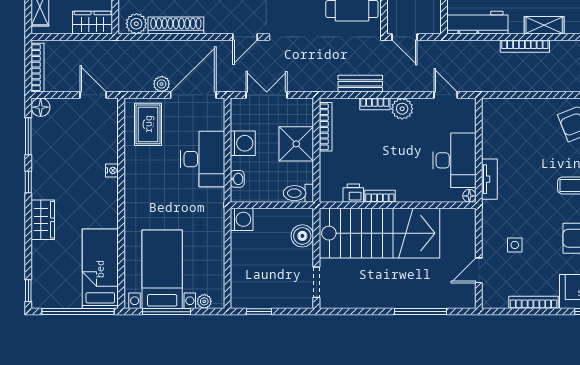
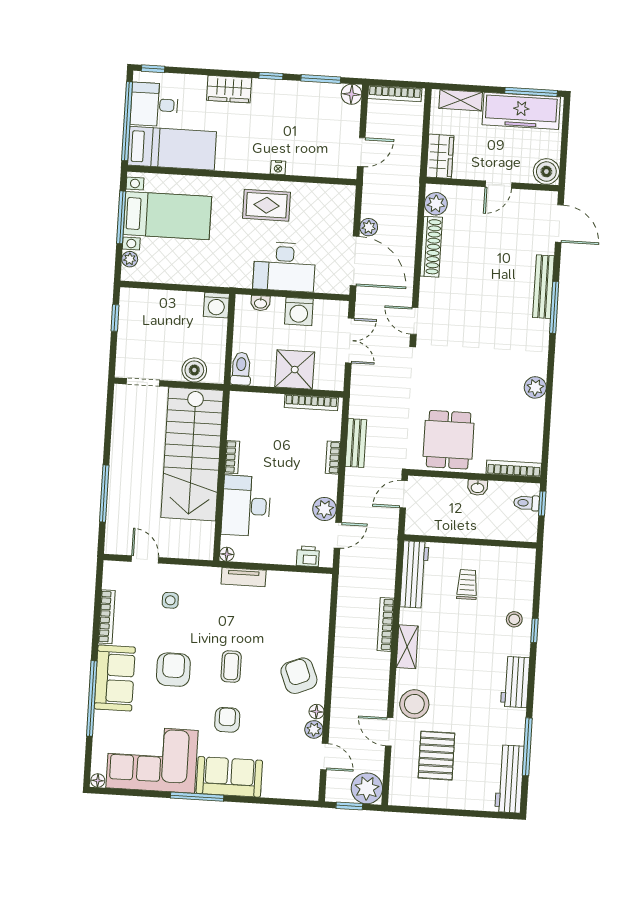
plant: (402, 109) -> (325, 509), moved
rug: (148, 124) -> (267, 205), moved
desk: (454, 160) -> (246, 506), moved, turned 90
printer: (353, 193) -> (308, 556), moved, turned -90
desk: (61, 287) -> (154, 105), added

